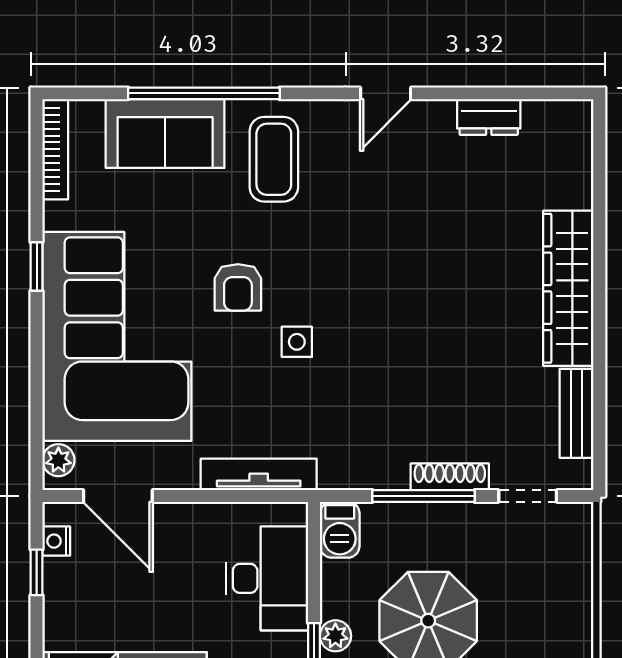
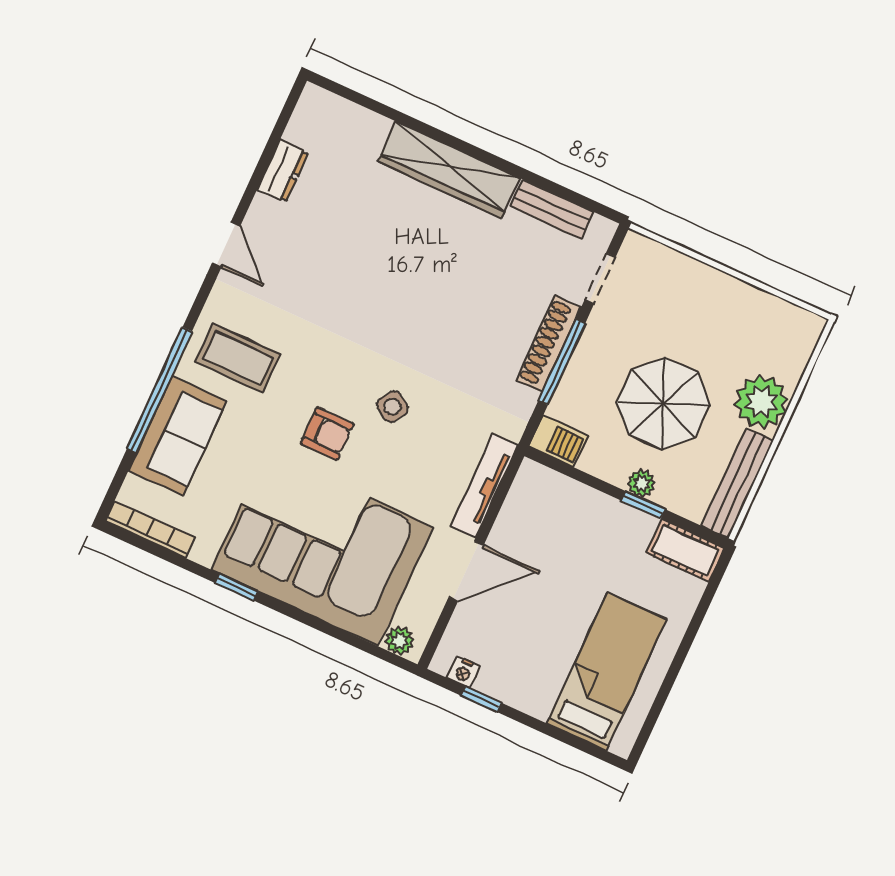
side table: (297, 342) -> (392, 407), turned 33
shoe rack: (450, 477) -> (549, 344), width x1.36, depth x1.24
door: (118, 496) -> (466, 571), moved
desk: (267, 578) -> (571, 517), removed

